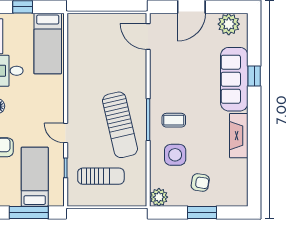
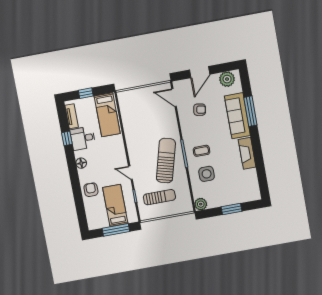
window: (254, 76) -> (250, 111), width x2.17
sun lounger: (120, 125) -> (166, 161), turned -152
armchair: (200, 182) -> (200, 110), moved

